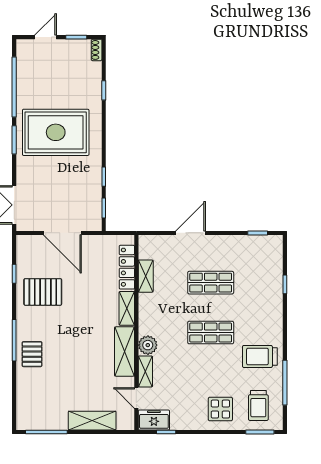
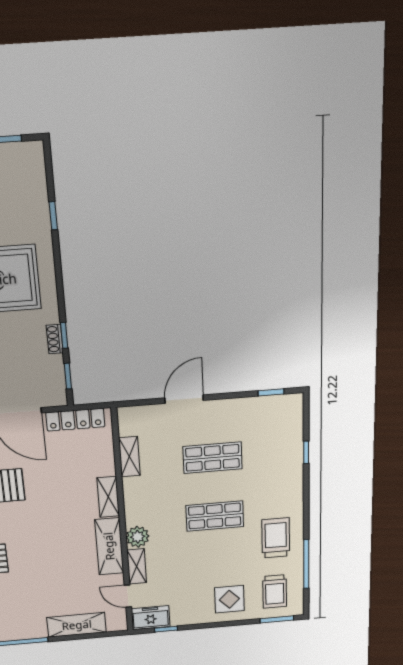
shoe rack: (97, 50) -> (55, 339), moved
locker: (127, 267) -> (75, 420), moved, turned -90
trolley: (260, 356) -> (276, 538), turned 90

